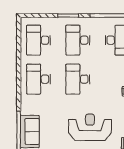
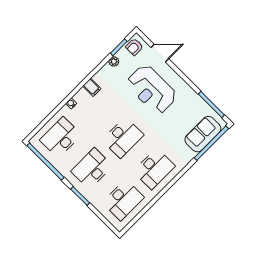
desk: (78, 40) -> (92, 169), turned 180

